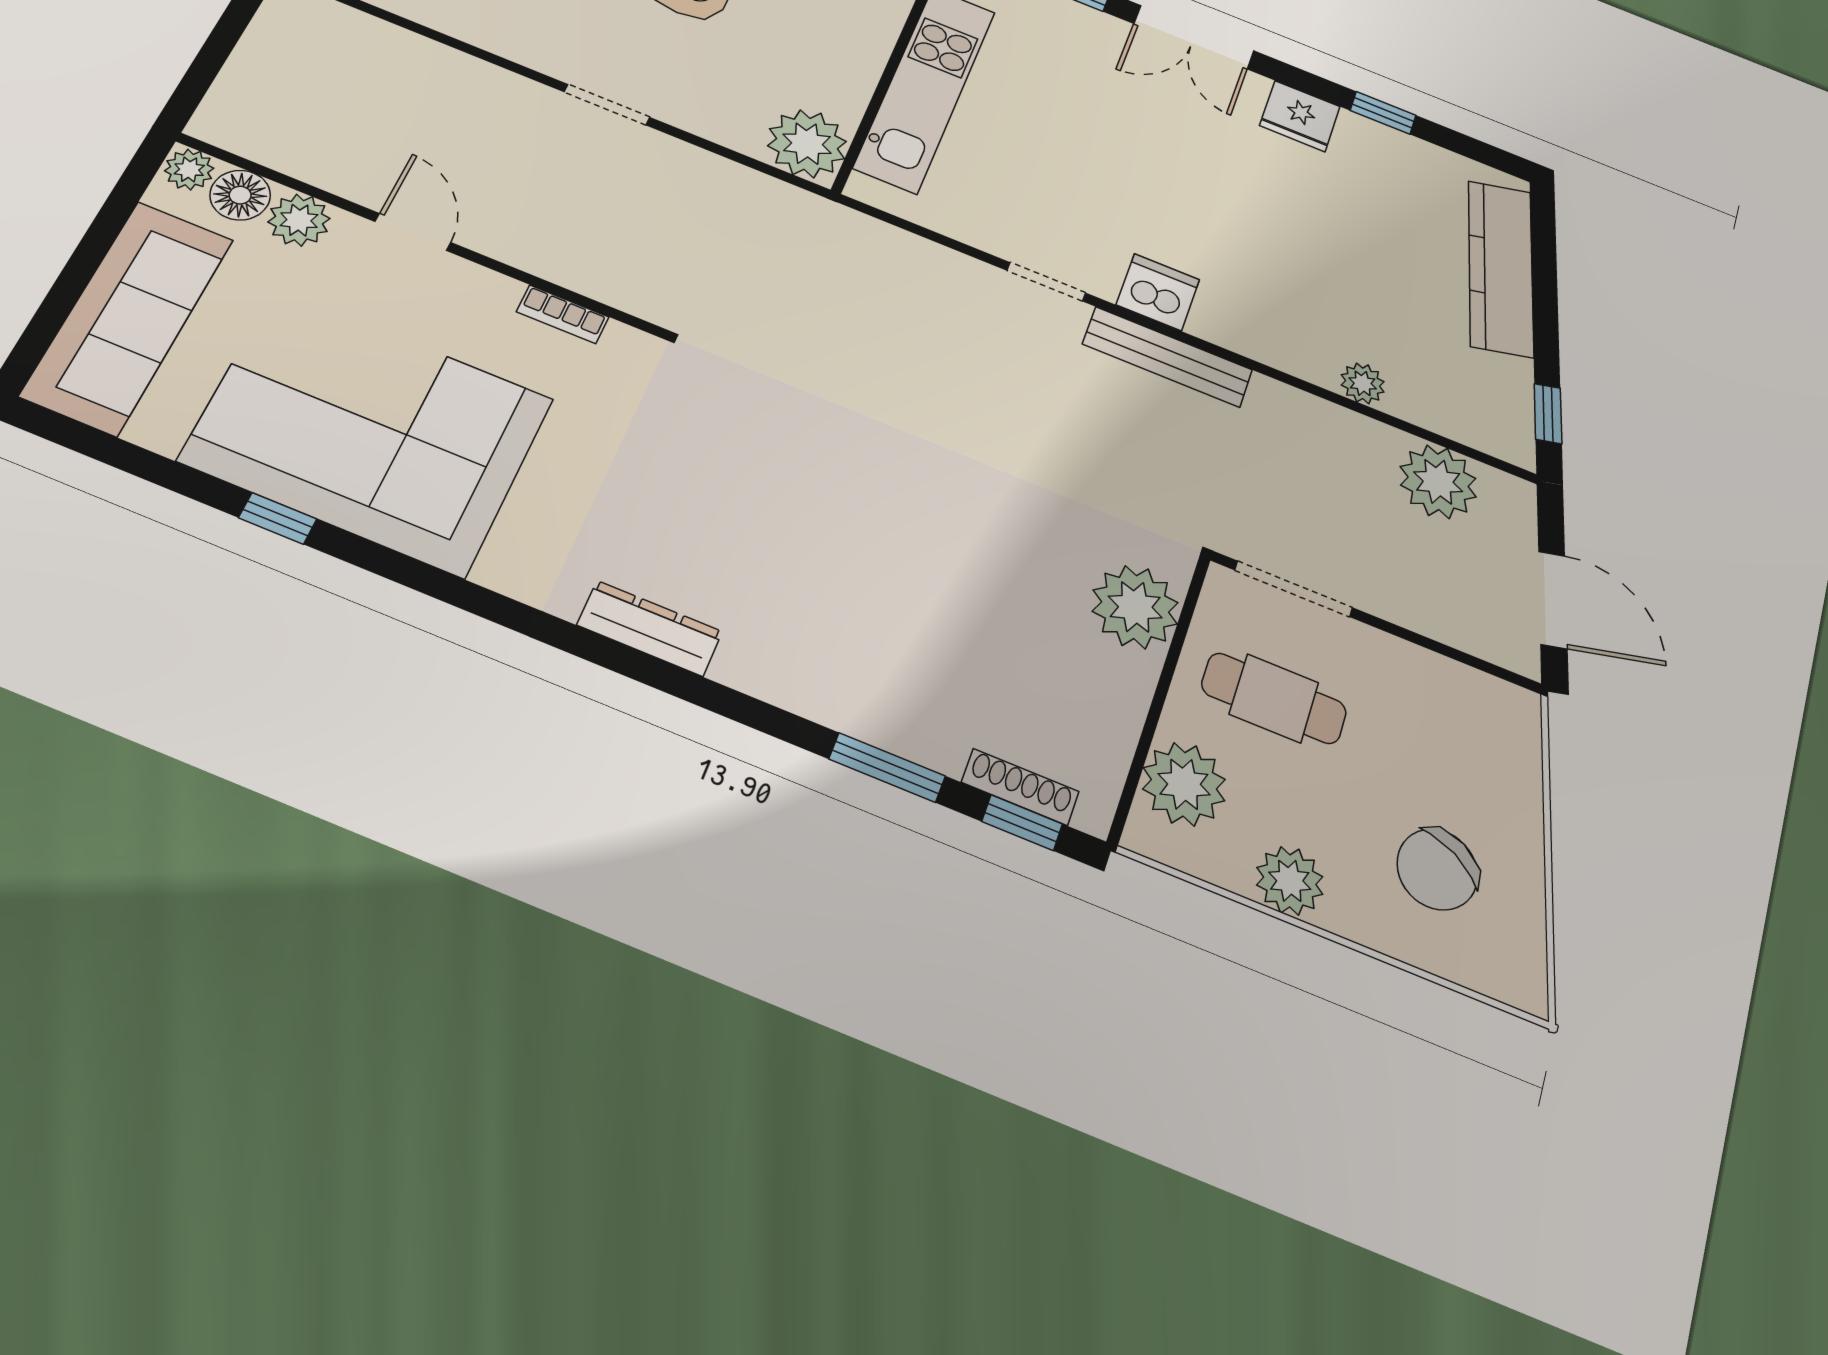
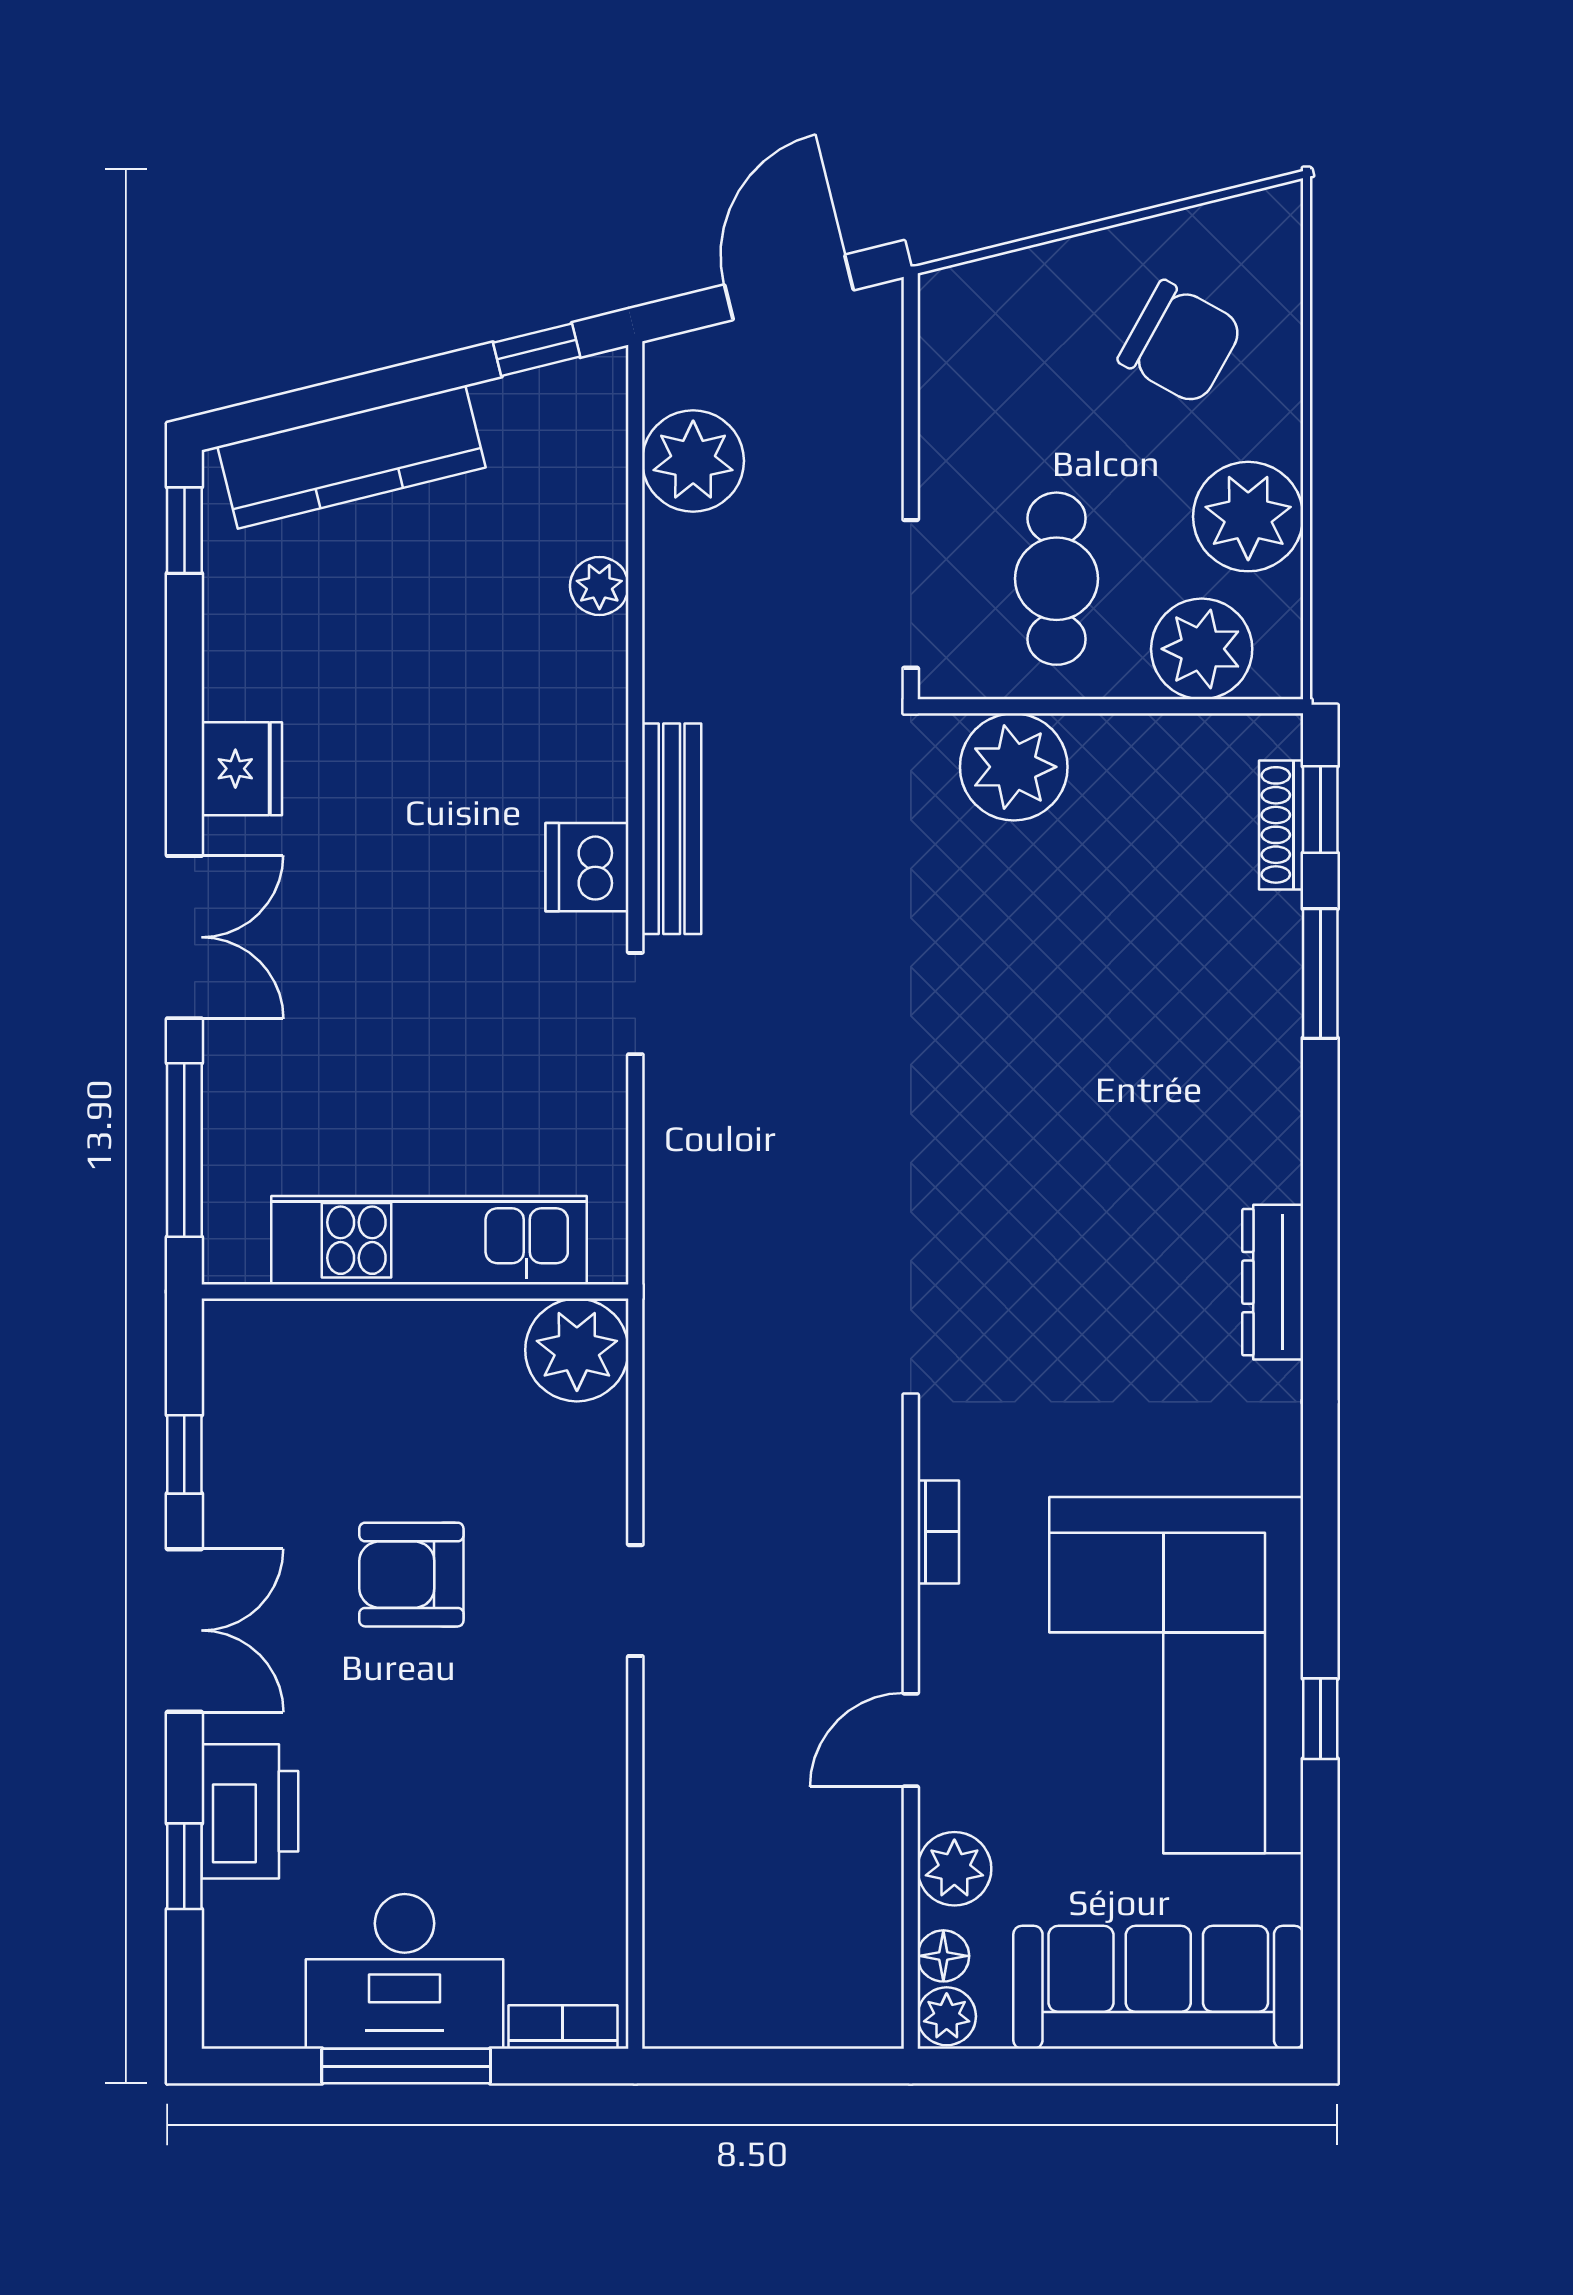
window: (1383, 113) -> (184, 530), moved
floor lamp: (240, 195) -> (943, 1956), width x0.73, depth x0.73
plant: (1290, 881) -> (1248, 517), width x1.36, depth x1.36

